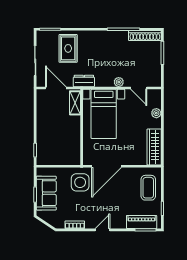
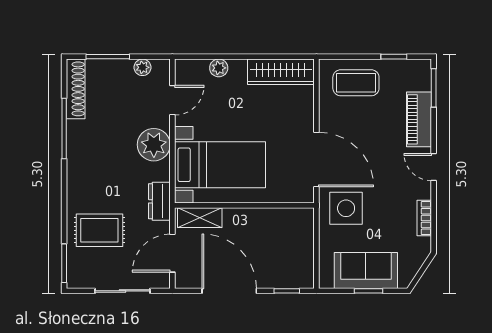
plant: (157, 72) -> (143, 67), added
plant: (119, 82) -> (154, 145), width x1.87, depth x1.87
door: (35, 119) -> (229, 291), added
piano: (142, 222) -> (419, 119), moved

